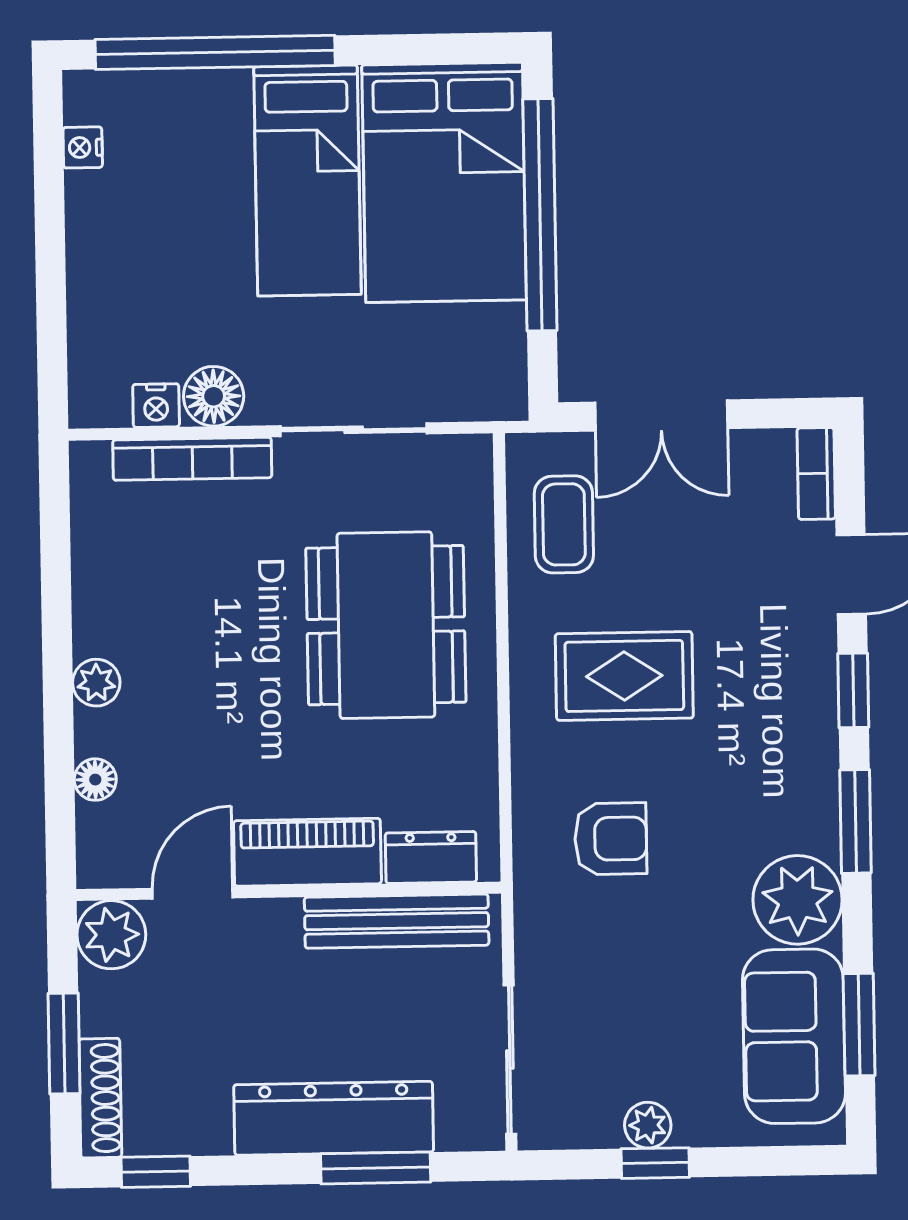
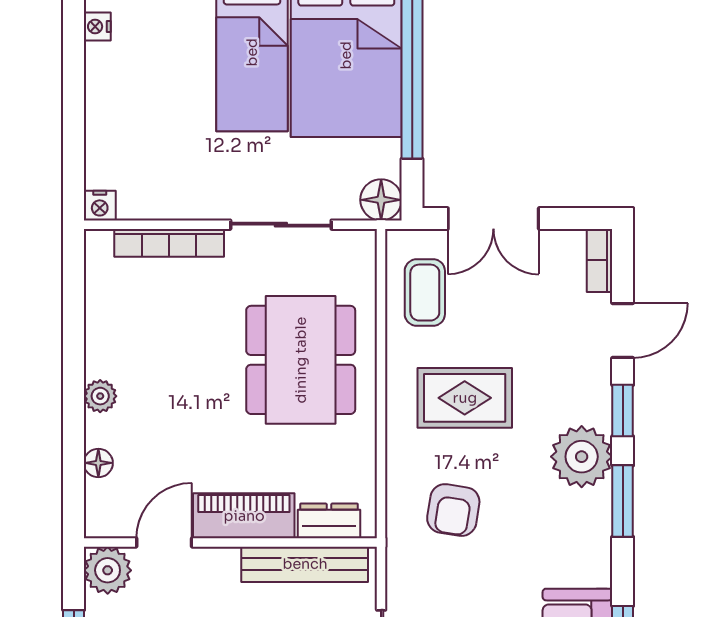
floor lamp: (214, 396) -> (381, 200), moved
nightstand: (156, 406) -> (100, 206), moved
armchair: (611, 839) -> (453, 510), turned 99
plant: (798, 900) -> (582, 457), moved

